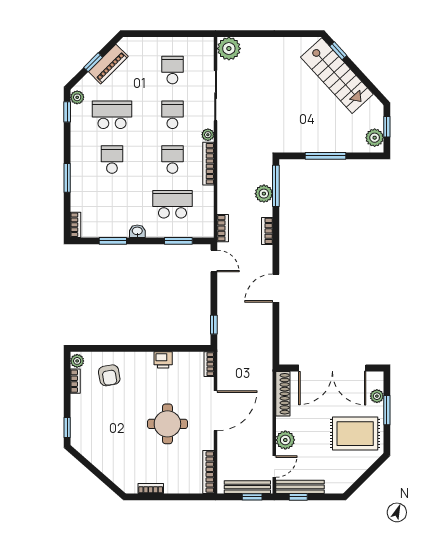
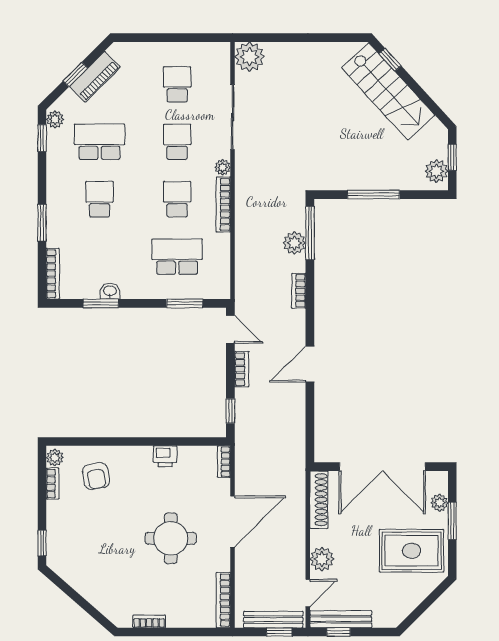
bookcase: (76, 225) -> (53, 274), width x1.56
bookcase: (223, 228) -> (242, 369), moved
washbasin: (137, 231) -> (110, 291), moved

